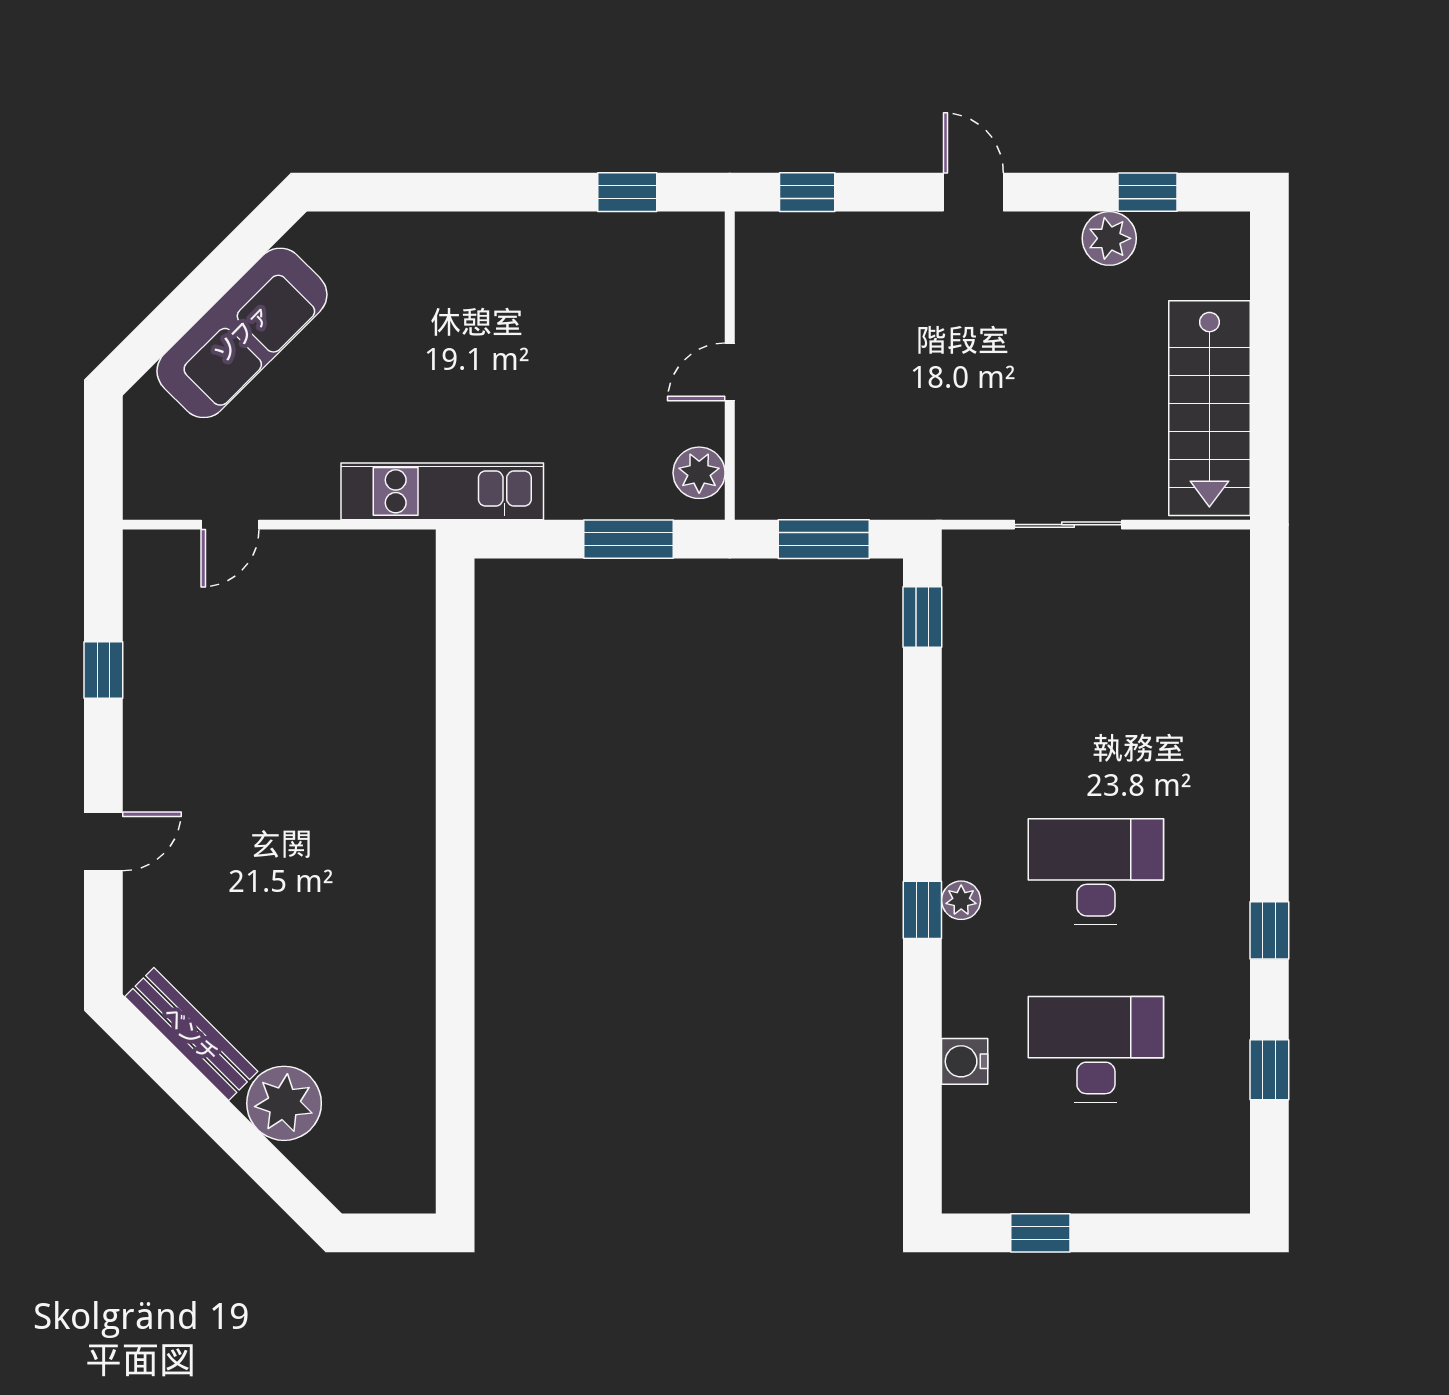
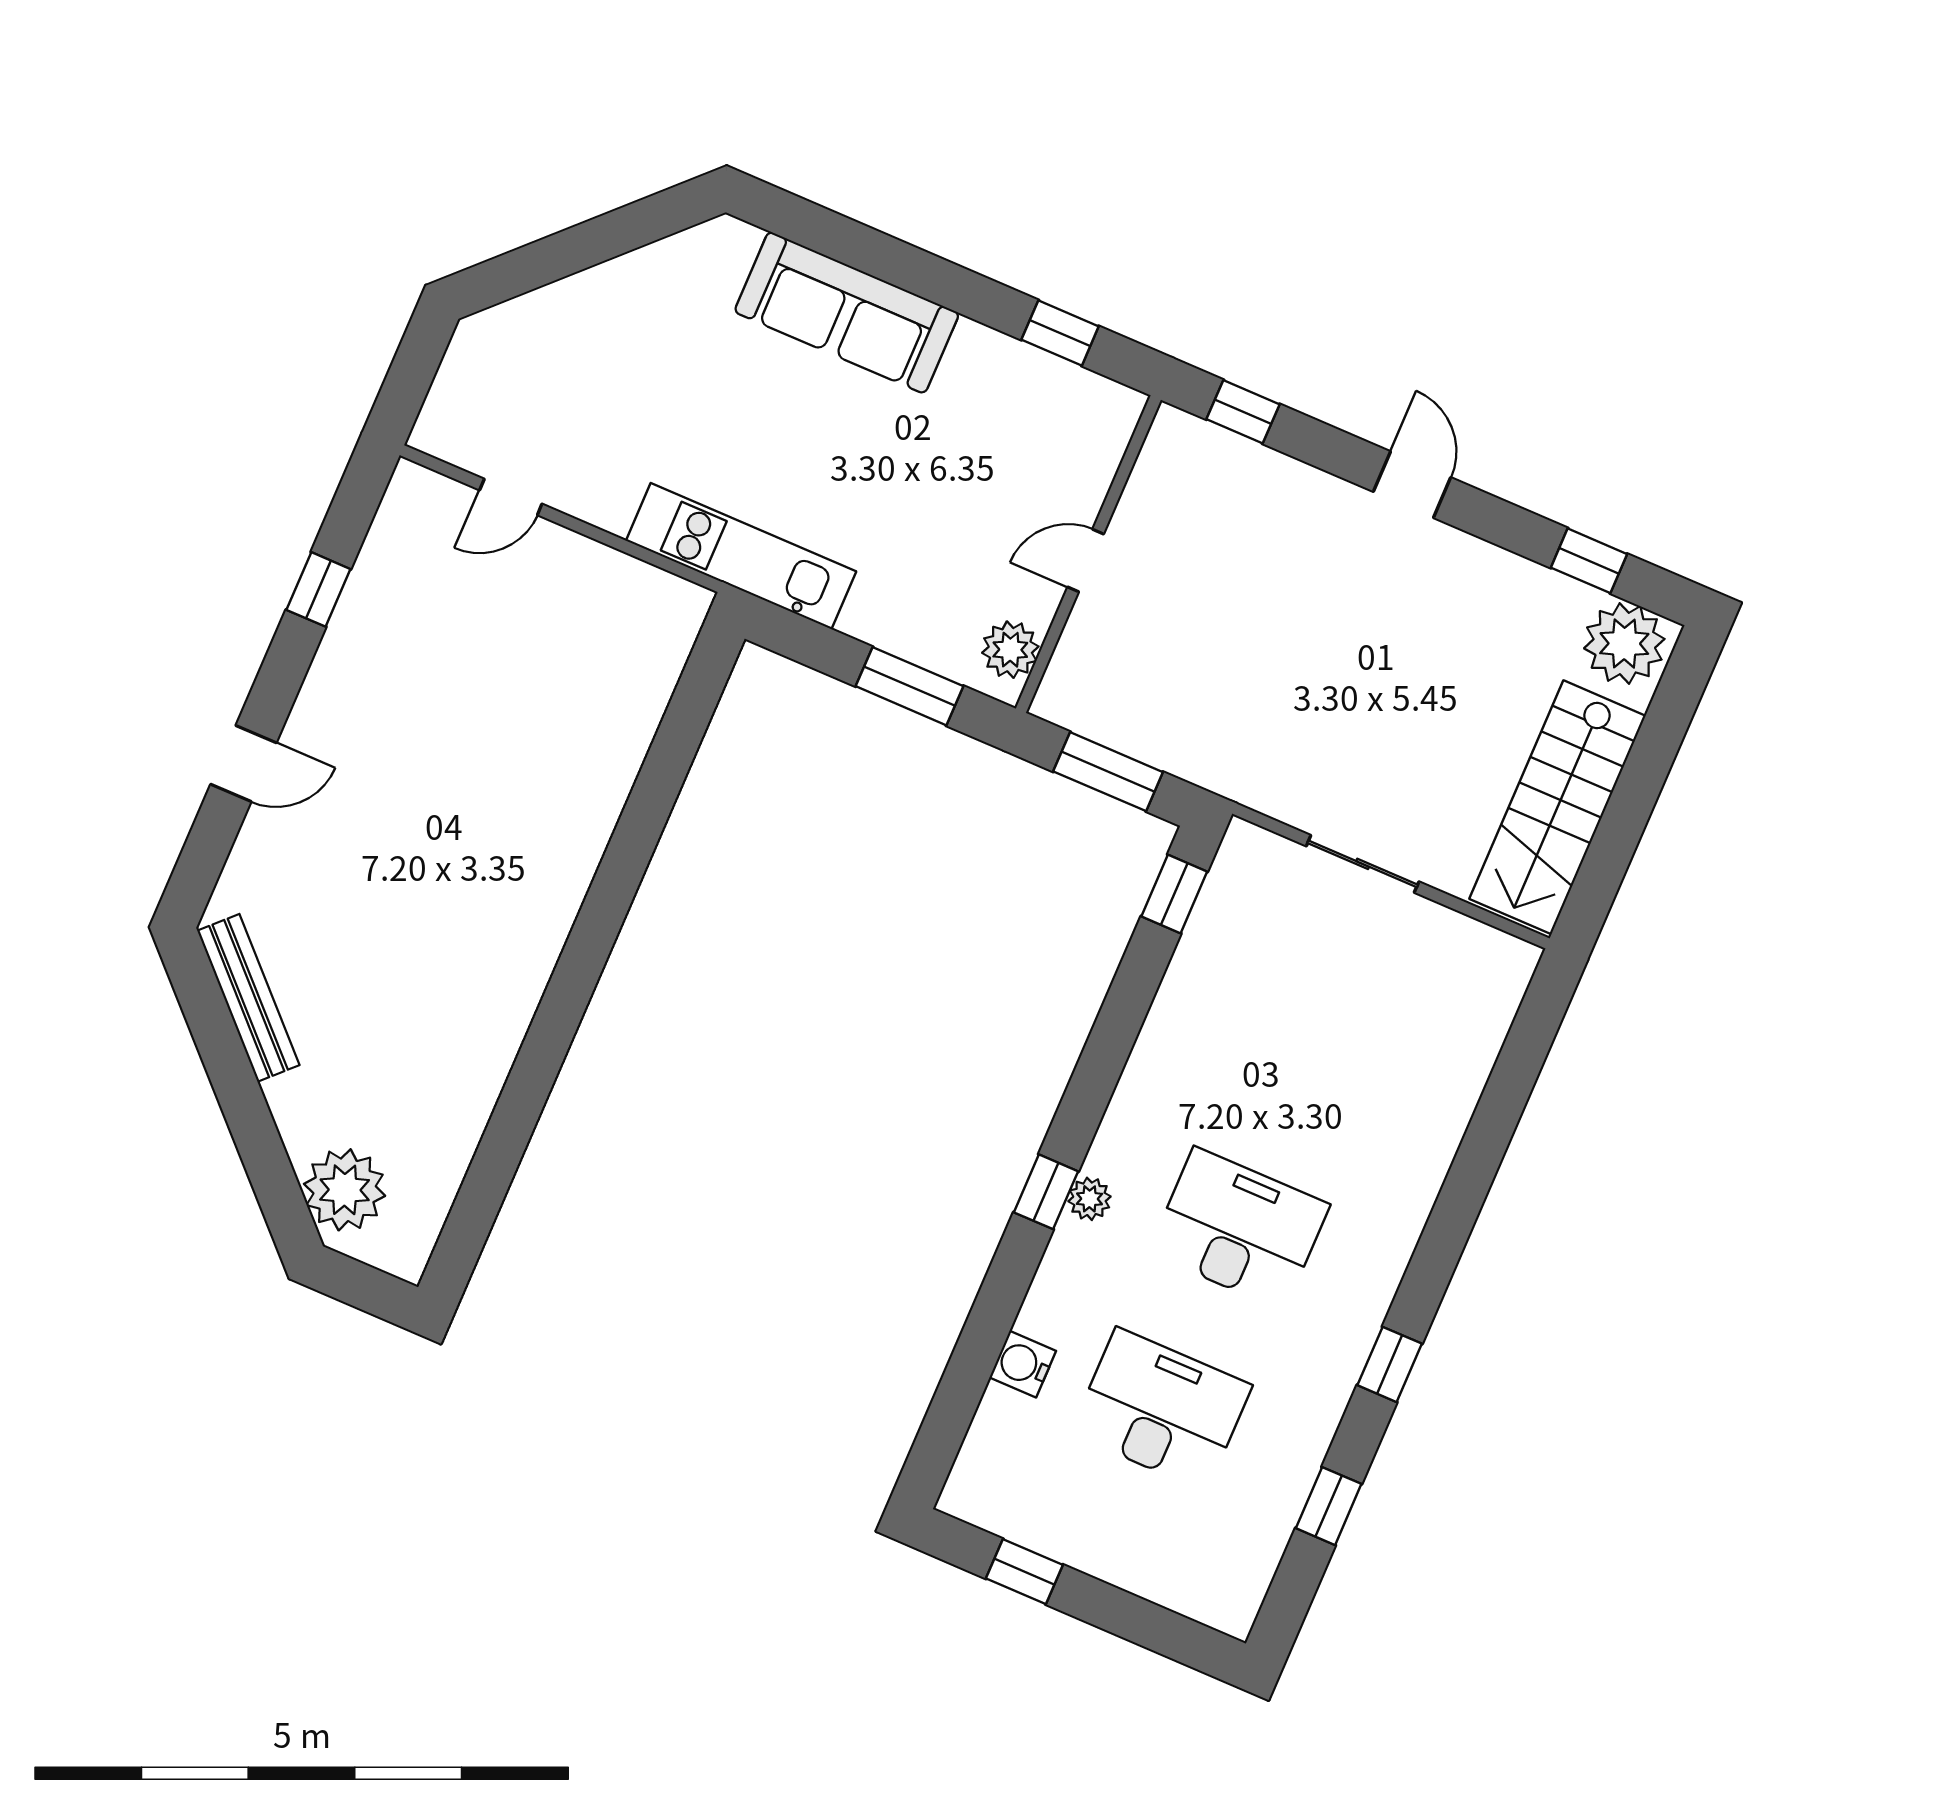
plant: (1109, 238) -> (1624, 644), moved, width x1.36, depth x1.36
sofa: (242, 333) -> (847, 313), moved, turned 45
plant: (284, 1103) -> (345, 1190), moved

